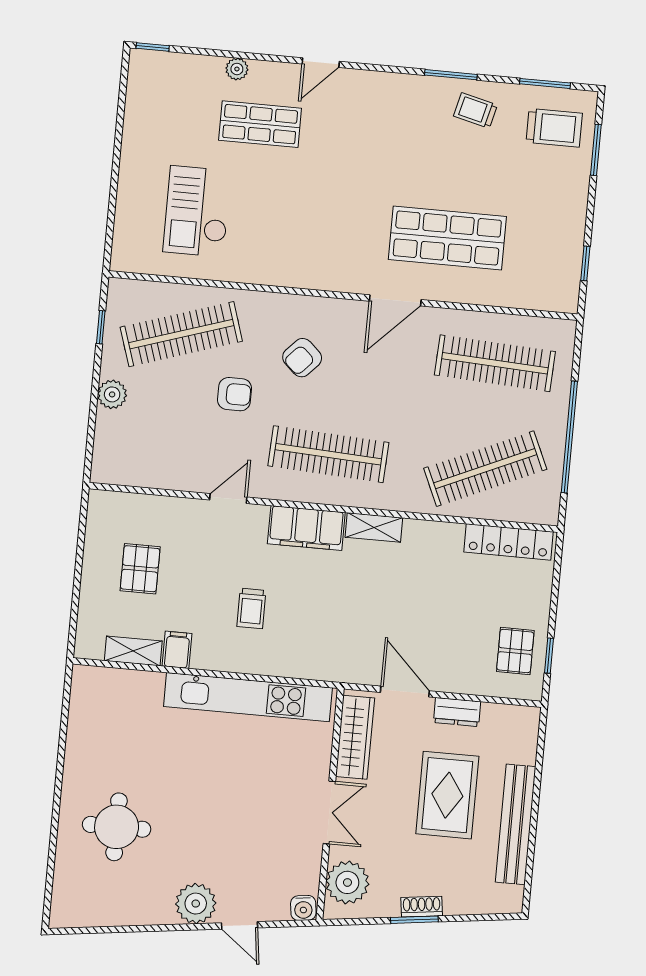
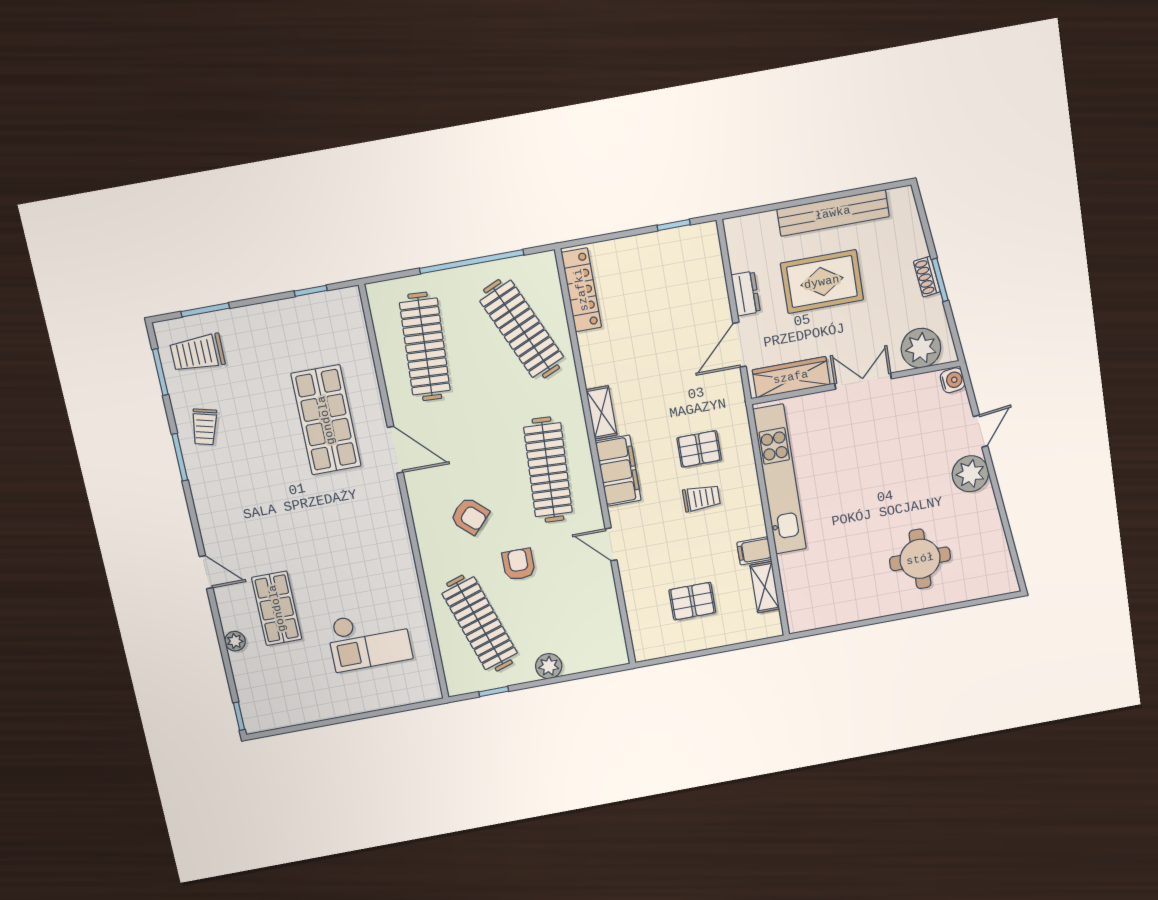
trolley: (554, 128) -> (197, 353), turned -90
pallet: (515, 651) -> (699, 449), moved

